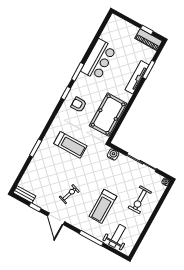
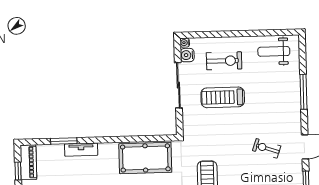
tv unit: (137, 77) -> (81, 150), width x0.71
water cooler: (113, 154) -> (187, 55), moved
treadmill: (103, 206) -> (223, 97), moved, turned 180
weight bench: (117, 236) -> (274, 51), moved

